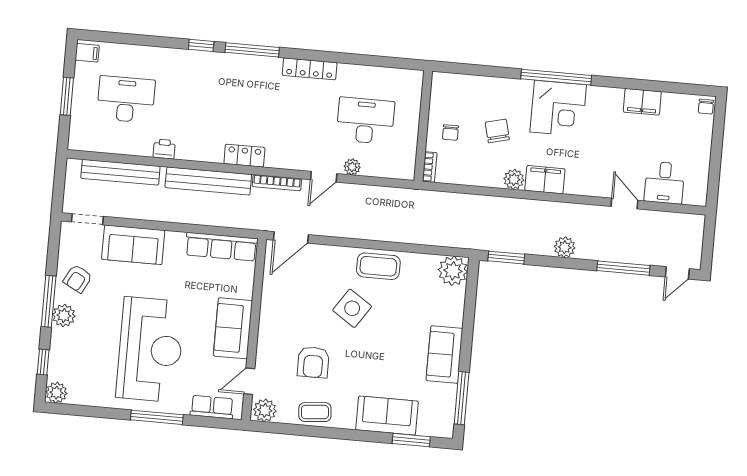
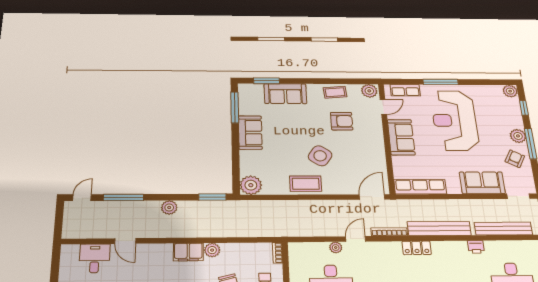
armchair: (313, 362) -> (342, 121), turned 90

